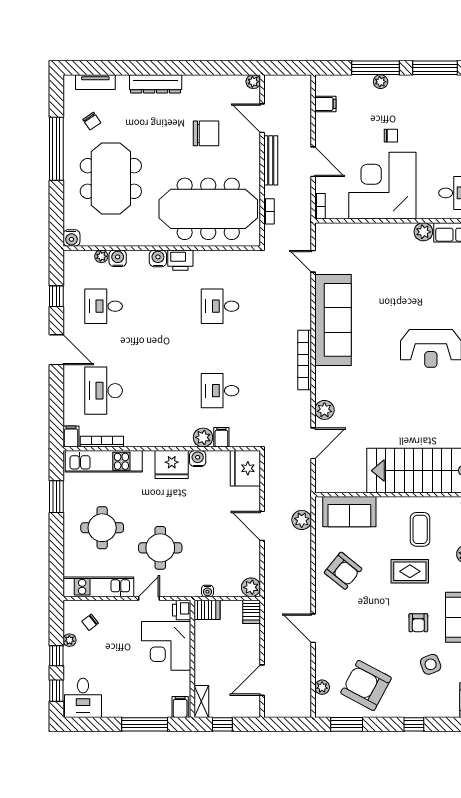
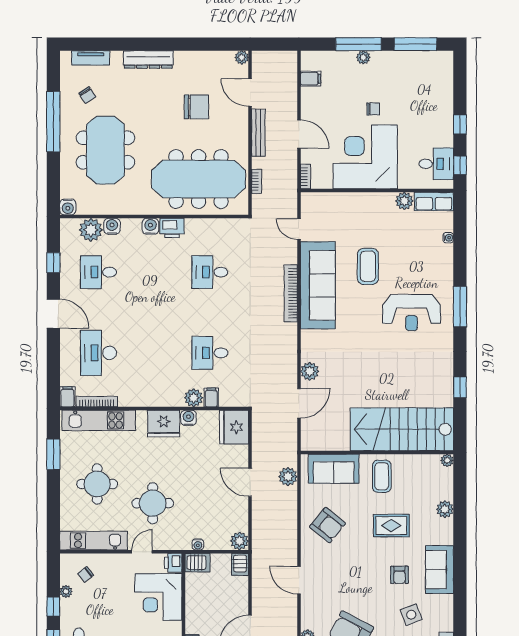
plant: (101, 256) -> (91, 230), width x1.88, depth x1.88
coffee table: (385, 300) -> (368, 266), added
bookcase: (305, 360) -> (291, 293), moved
coffee table: (420, 529) -> (382, 476), moved

